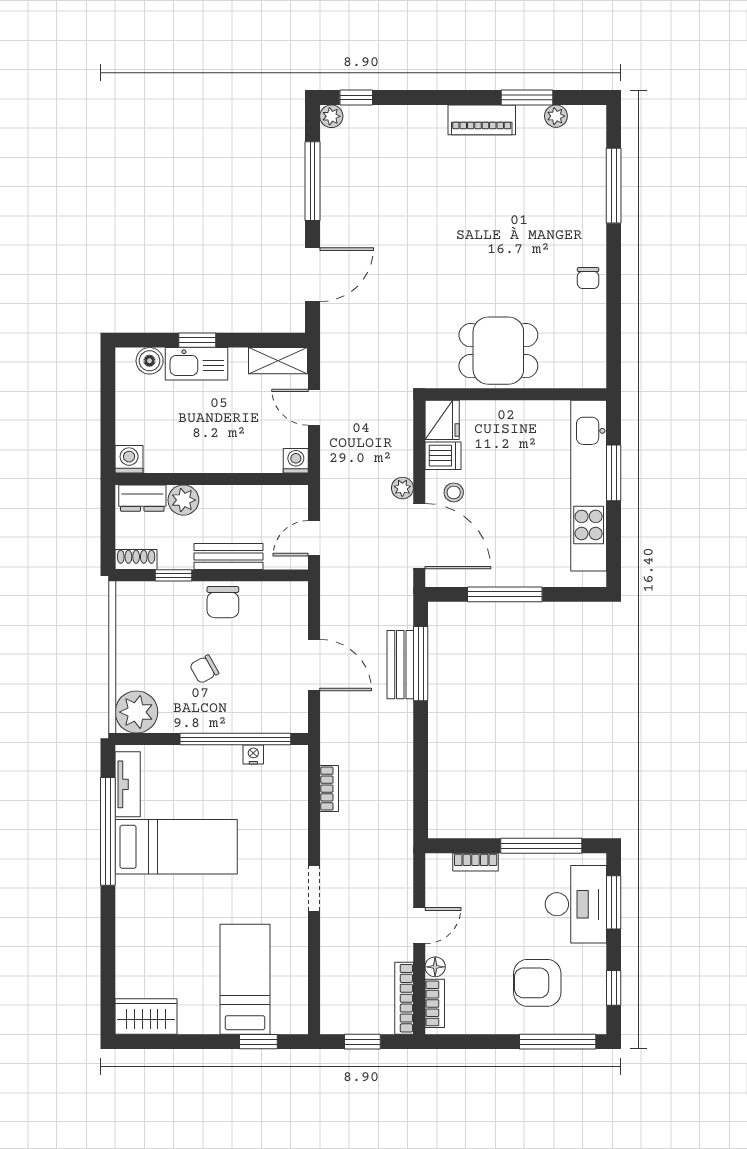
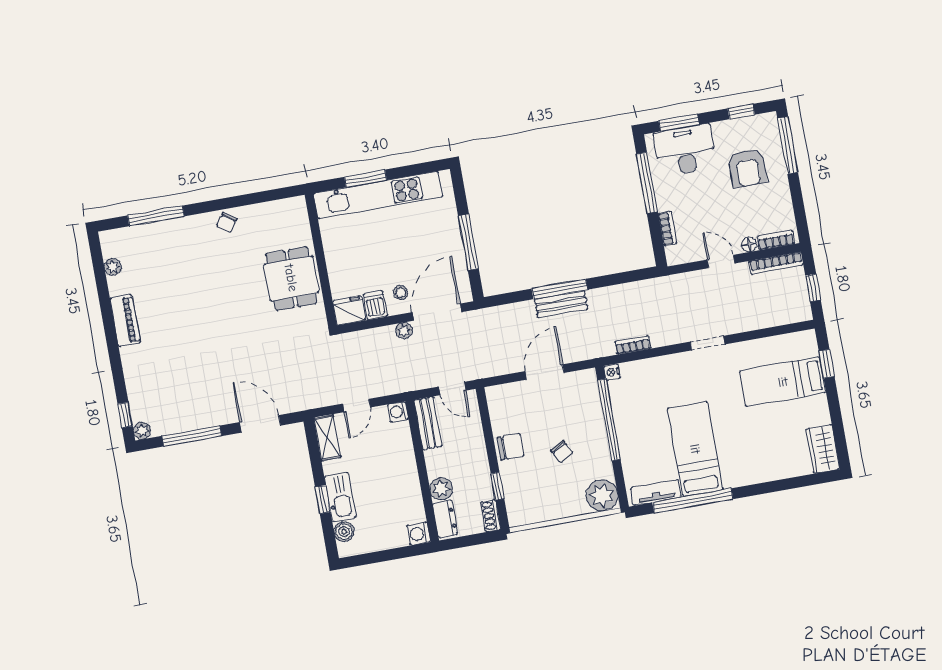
window: (527, 97) -> (103, 290), removed
chair: (588, 278) -> (227, 222), turned 125
bench: (228, 556) -> (428, 423), moved
window: (421, 664) -> (560, 289), moved
bench: (400, 665) -> (561, 304), moved
nightstand: (253, 755) -> (612, 372), moved

